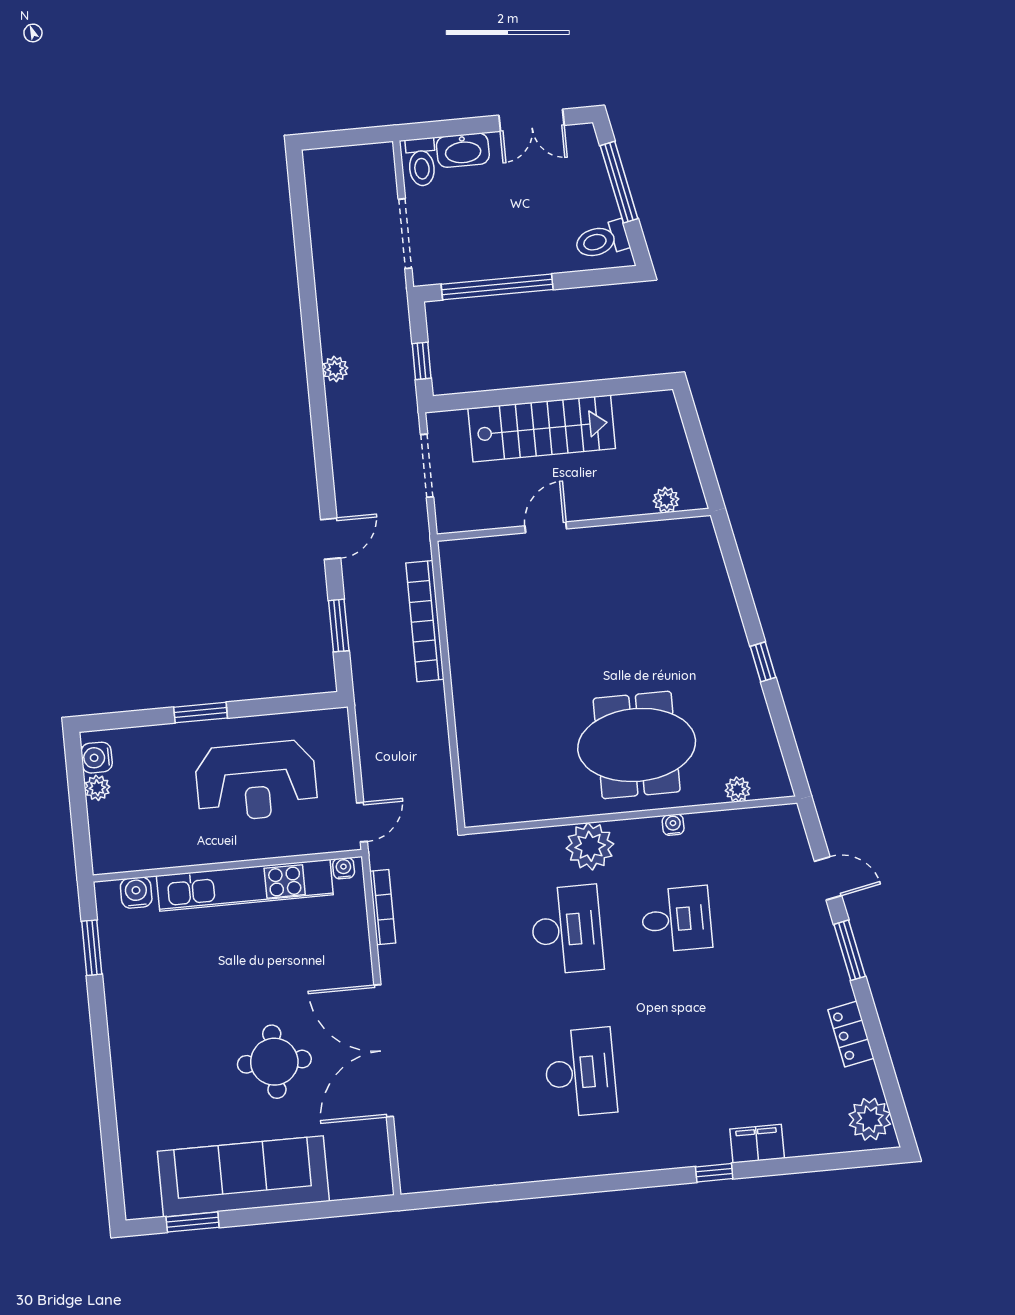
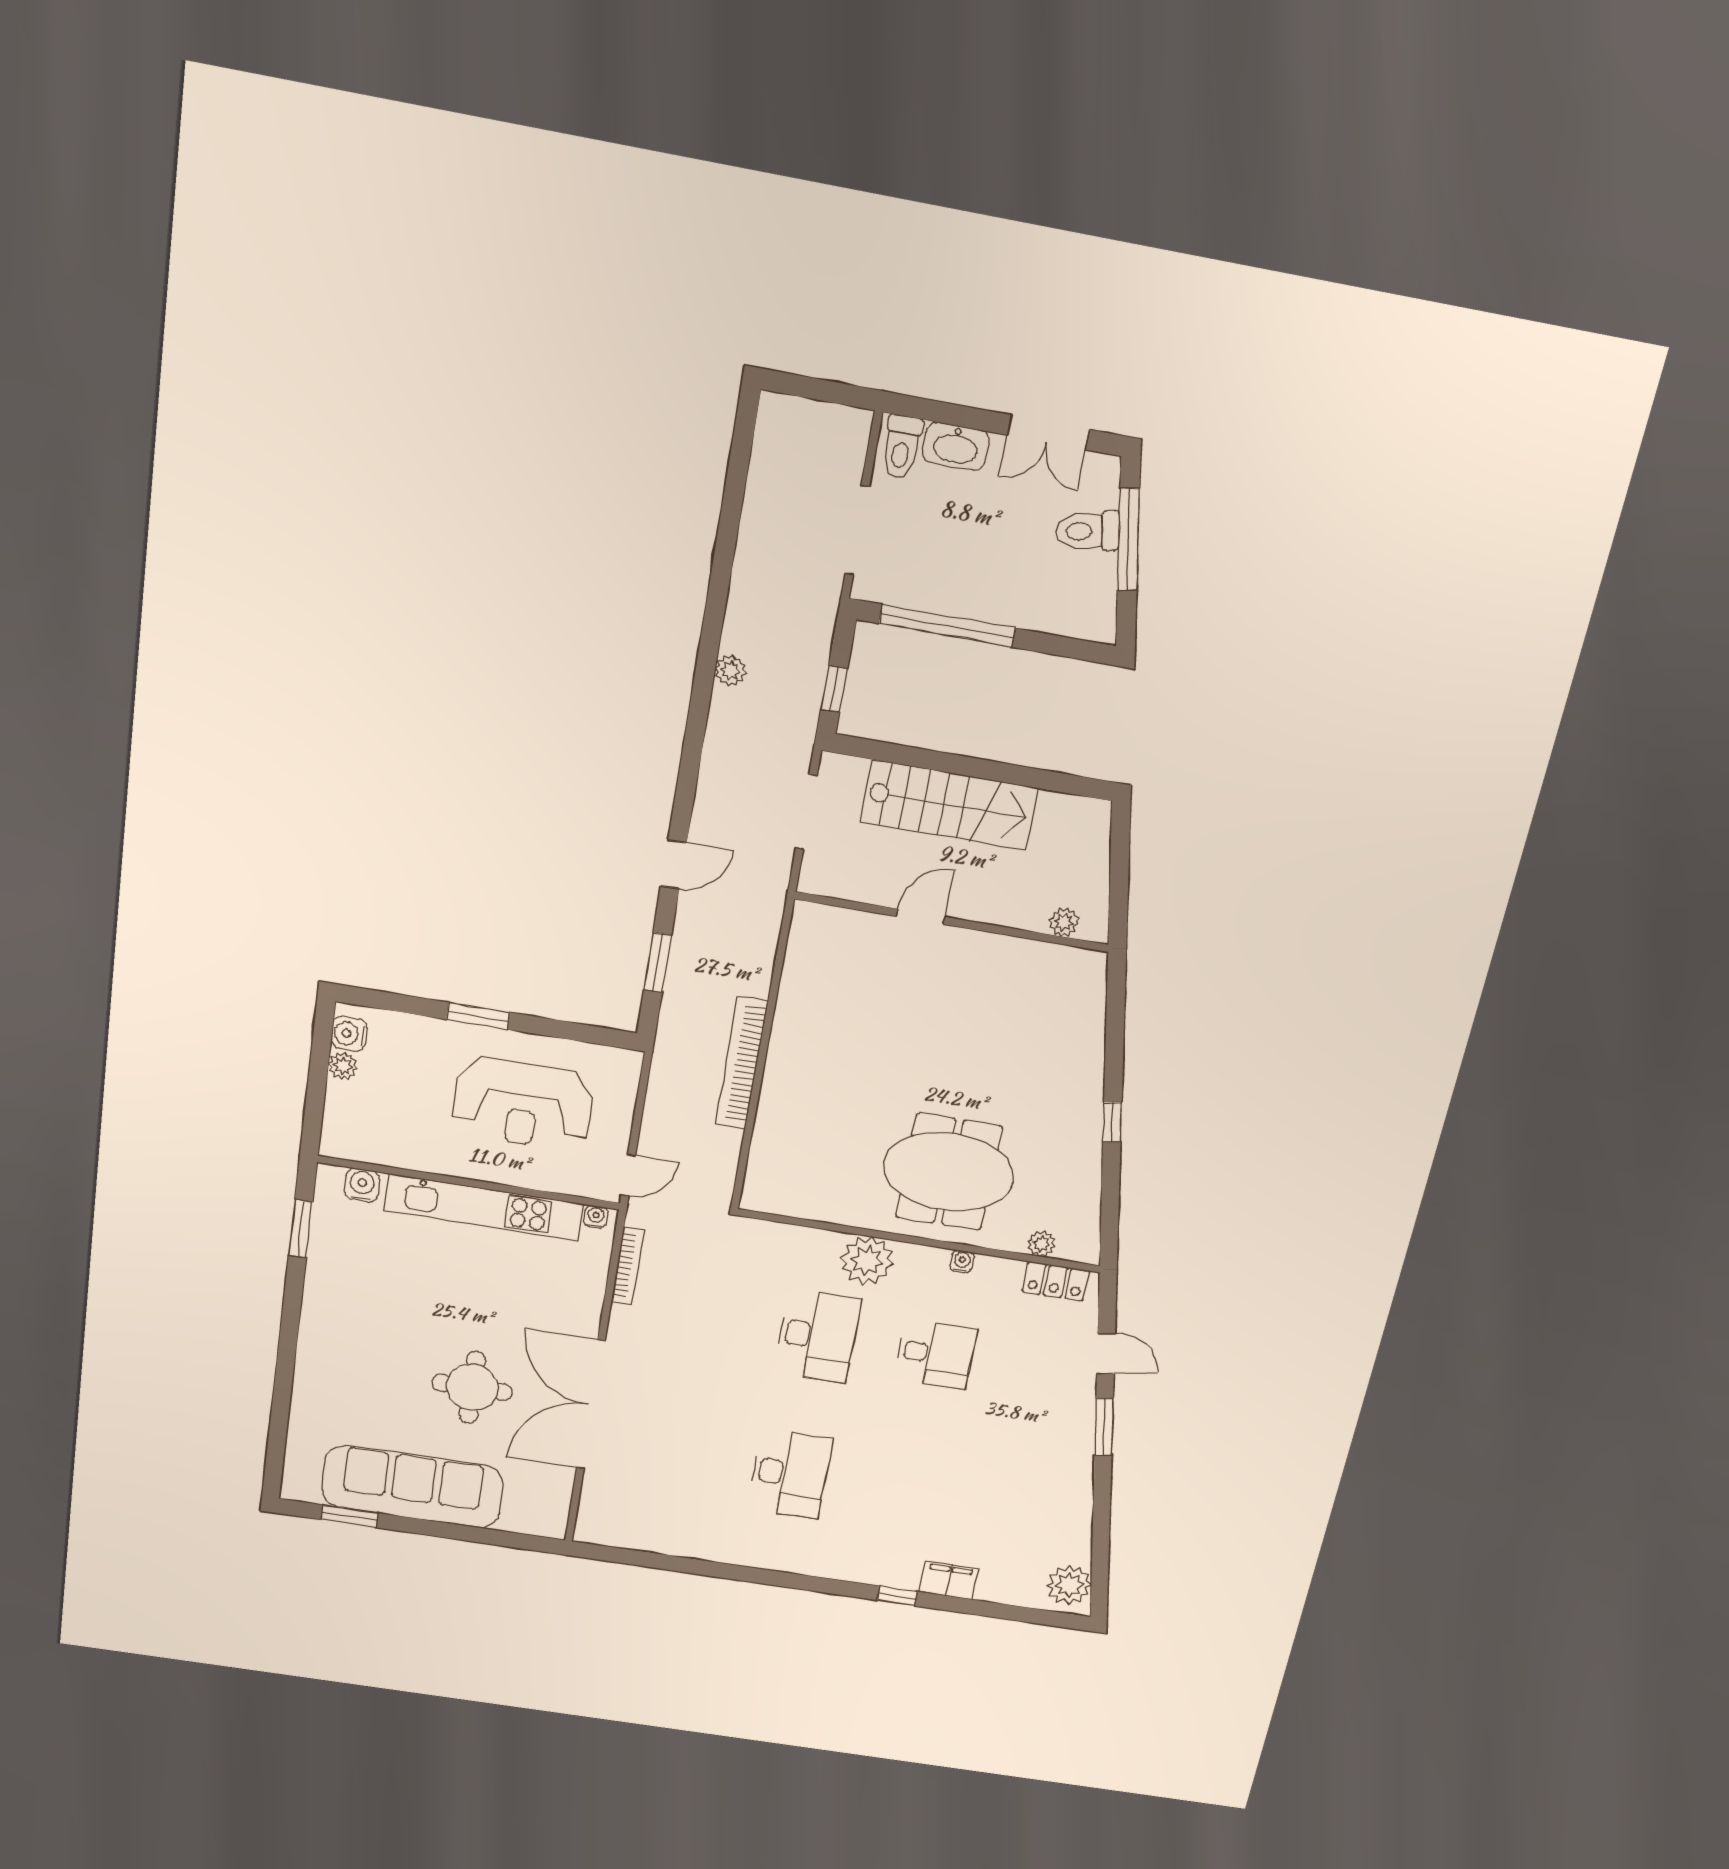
toilet: (602, 240) -> (1088, 531), moved
bookcase: (425, 621) -> (741, 1063), moved
locker: (851, 1034) -> (1056, 1281), moved, turned -79

